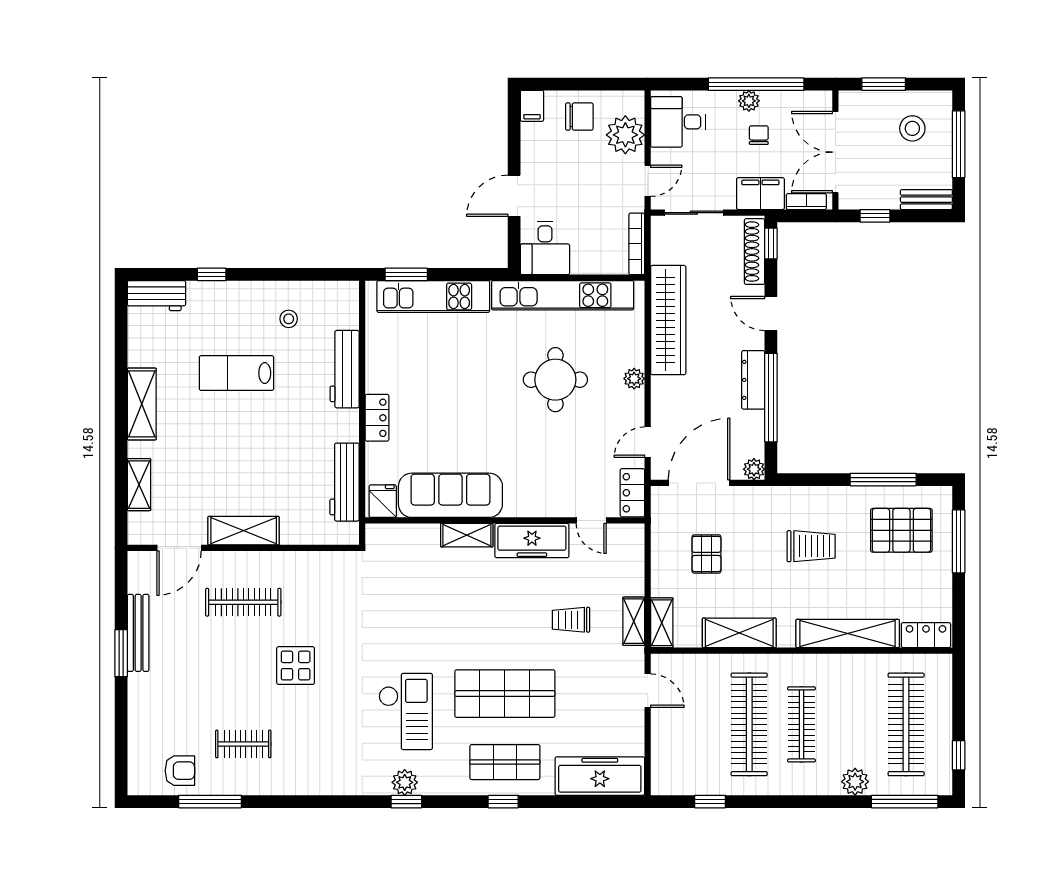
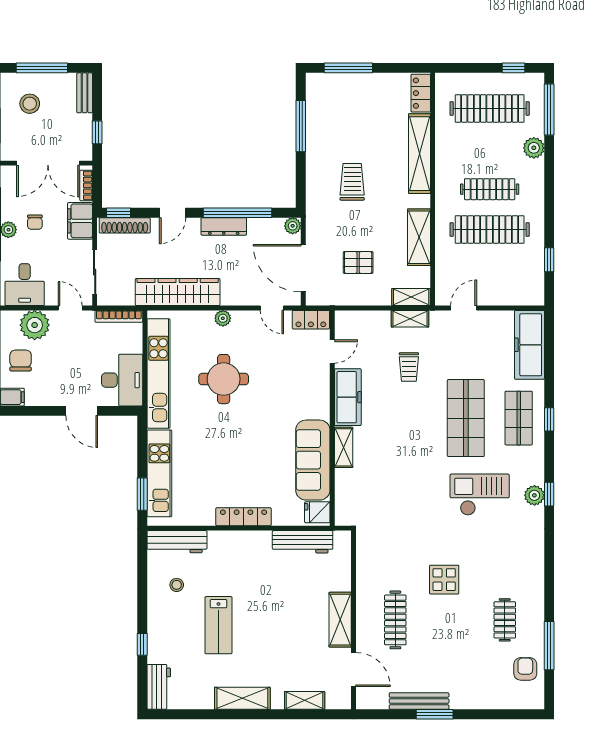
chair: (759, 135) -> (35, 222), turned -90
desk: (545, 248) -> (122, 380), width x1.37
workbench: (345, 369) -> (177, 542), moved
locker: (377, 418) -> (243, 517), width x1.53
pallet: (901, 530) -> (340, 112), removed

